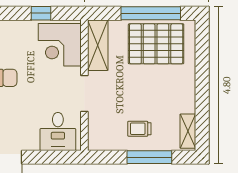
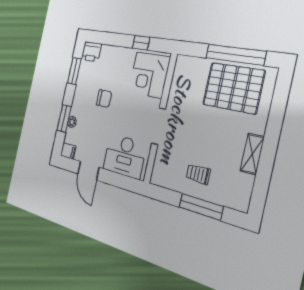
shelving: (98, 45) -> (180, 80), removed
desk: (58, 131) -> (125, 156), width x1.37
shelving: (188, 131) -> (252, 154), moved

